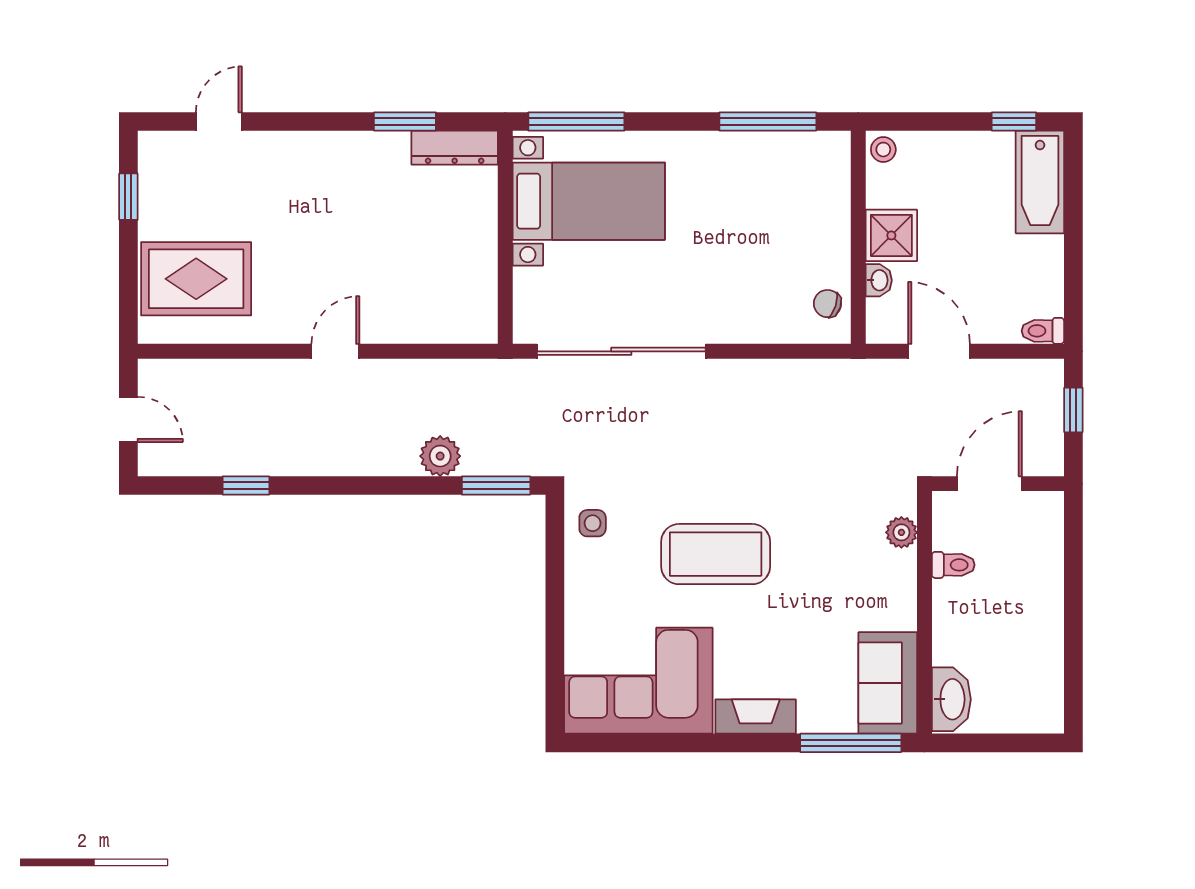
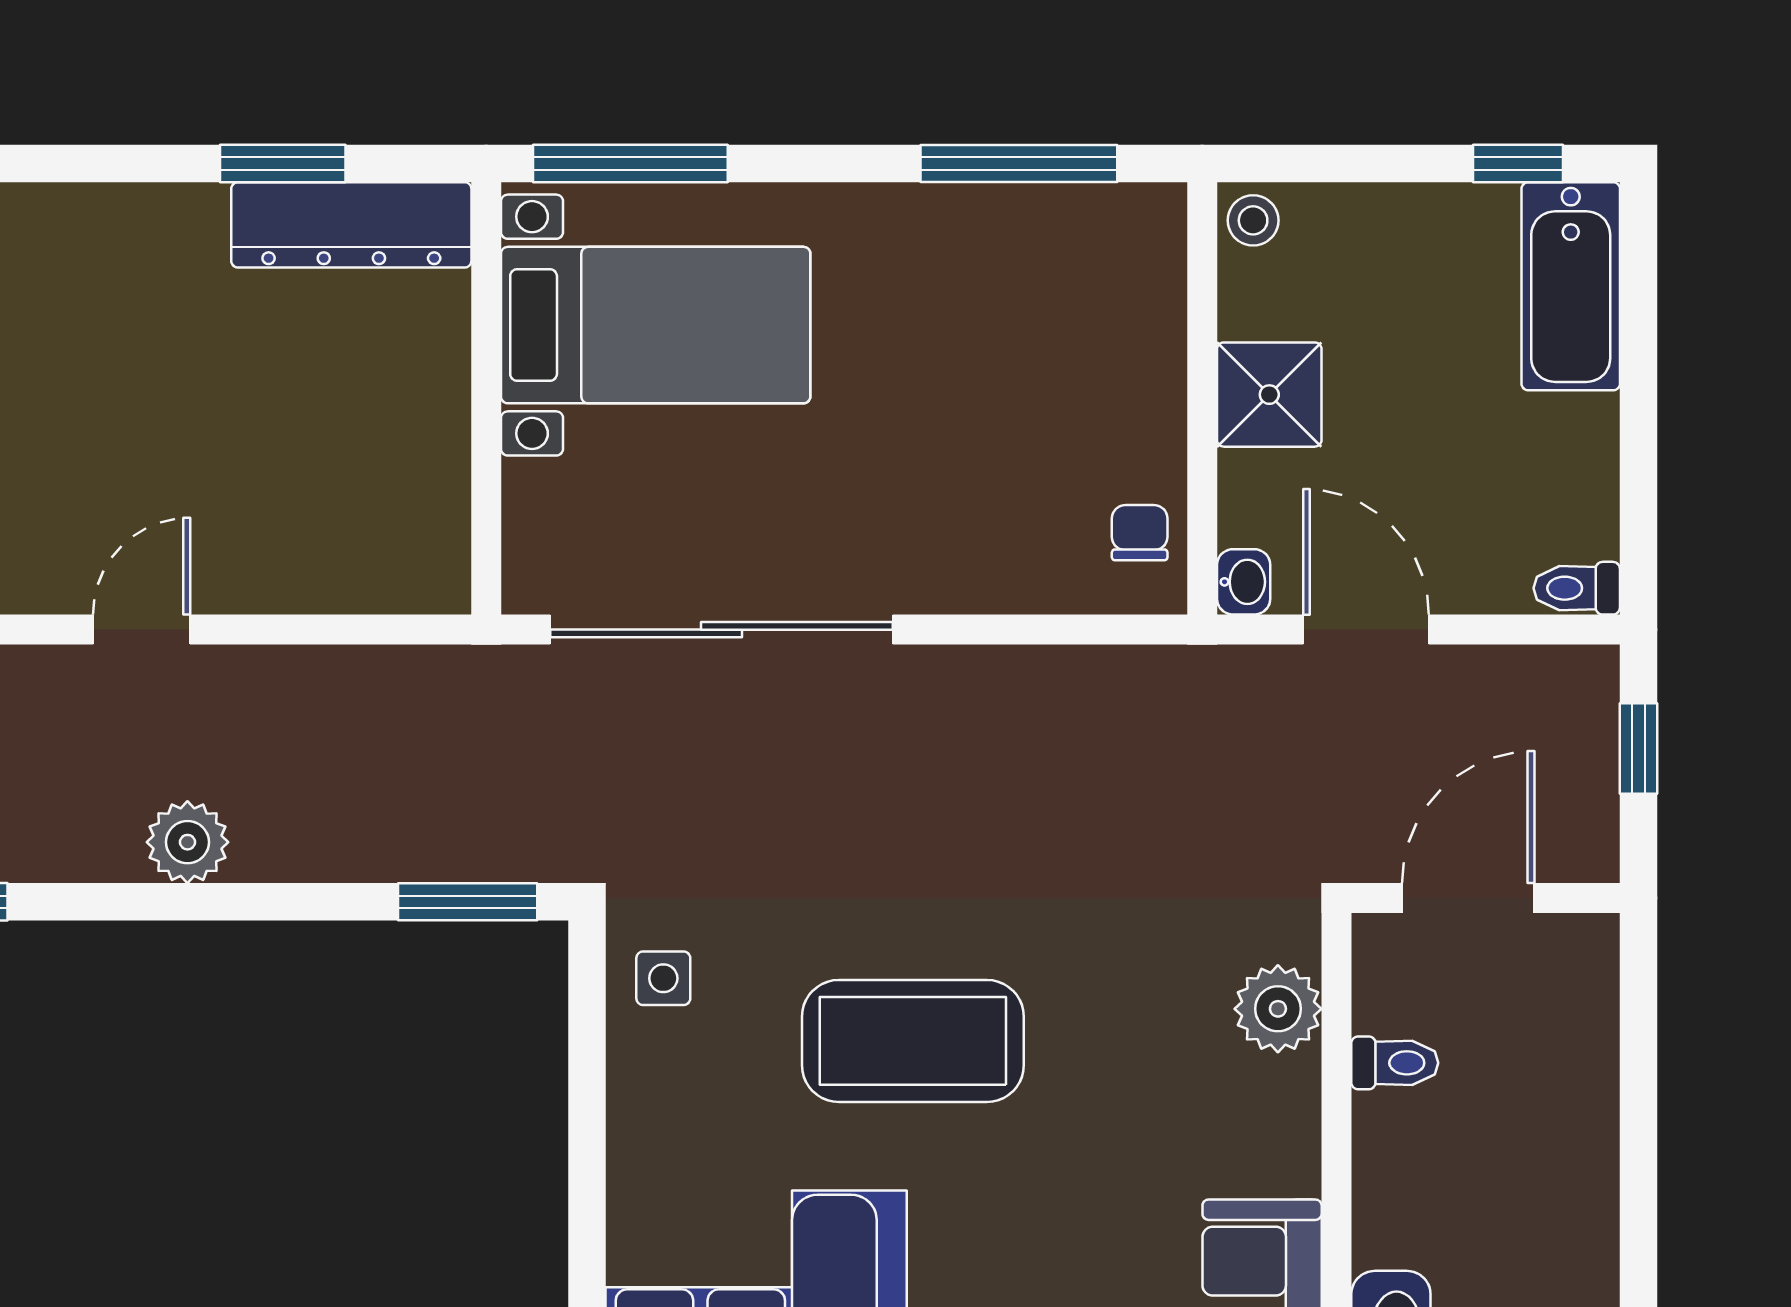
dresser: (455, 148) -> (351, 225), width x1.37, depth x1.24
washbasin: (879, 280) -> (1244, 582), moved
chair: (827, 304) -> (1140, 533), turned 72
plant: (440, 456) -> (187, 842), moved
plant: (901, 532) -> (1278, 1009), width x1.38, depth x1.38

